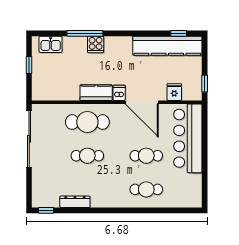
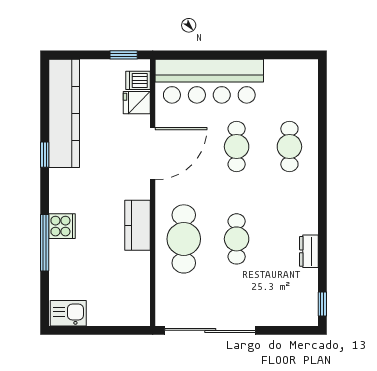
window: (179, 33) -> (45, 155), moved
kitchen sink: (51, 44) -> (68, 313), moved, turned -90
window: (29, 65) -> (94, 330), removed
dishwasher: (119, 93) -> (138, 80), moved
dresser: (75, 202) -> (309, 251), width x0.70

